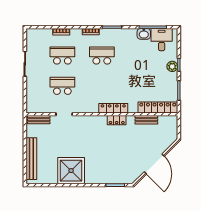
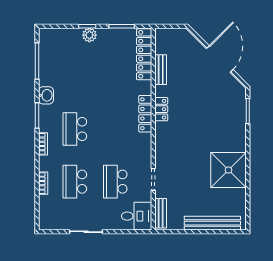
washbasin: (144, 34) -> (46, 95), moved
desk: (162, 40) -> (137, 216), moved, turned 180
door: (154, 164) -> (220, 59), hinge flipped

